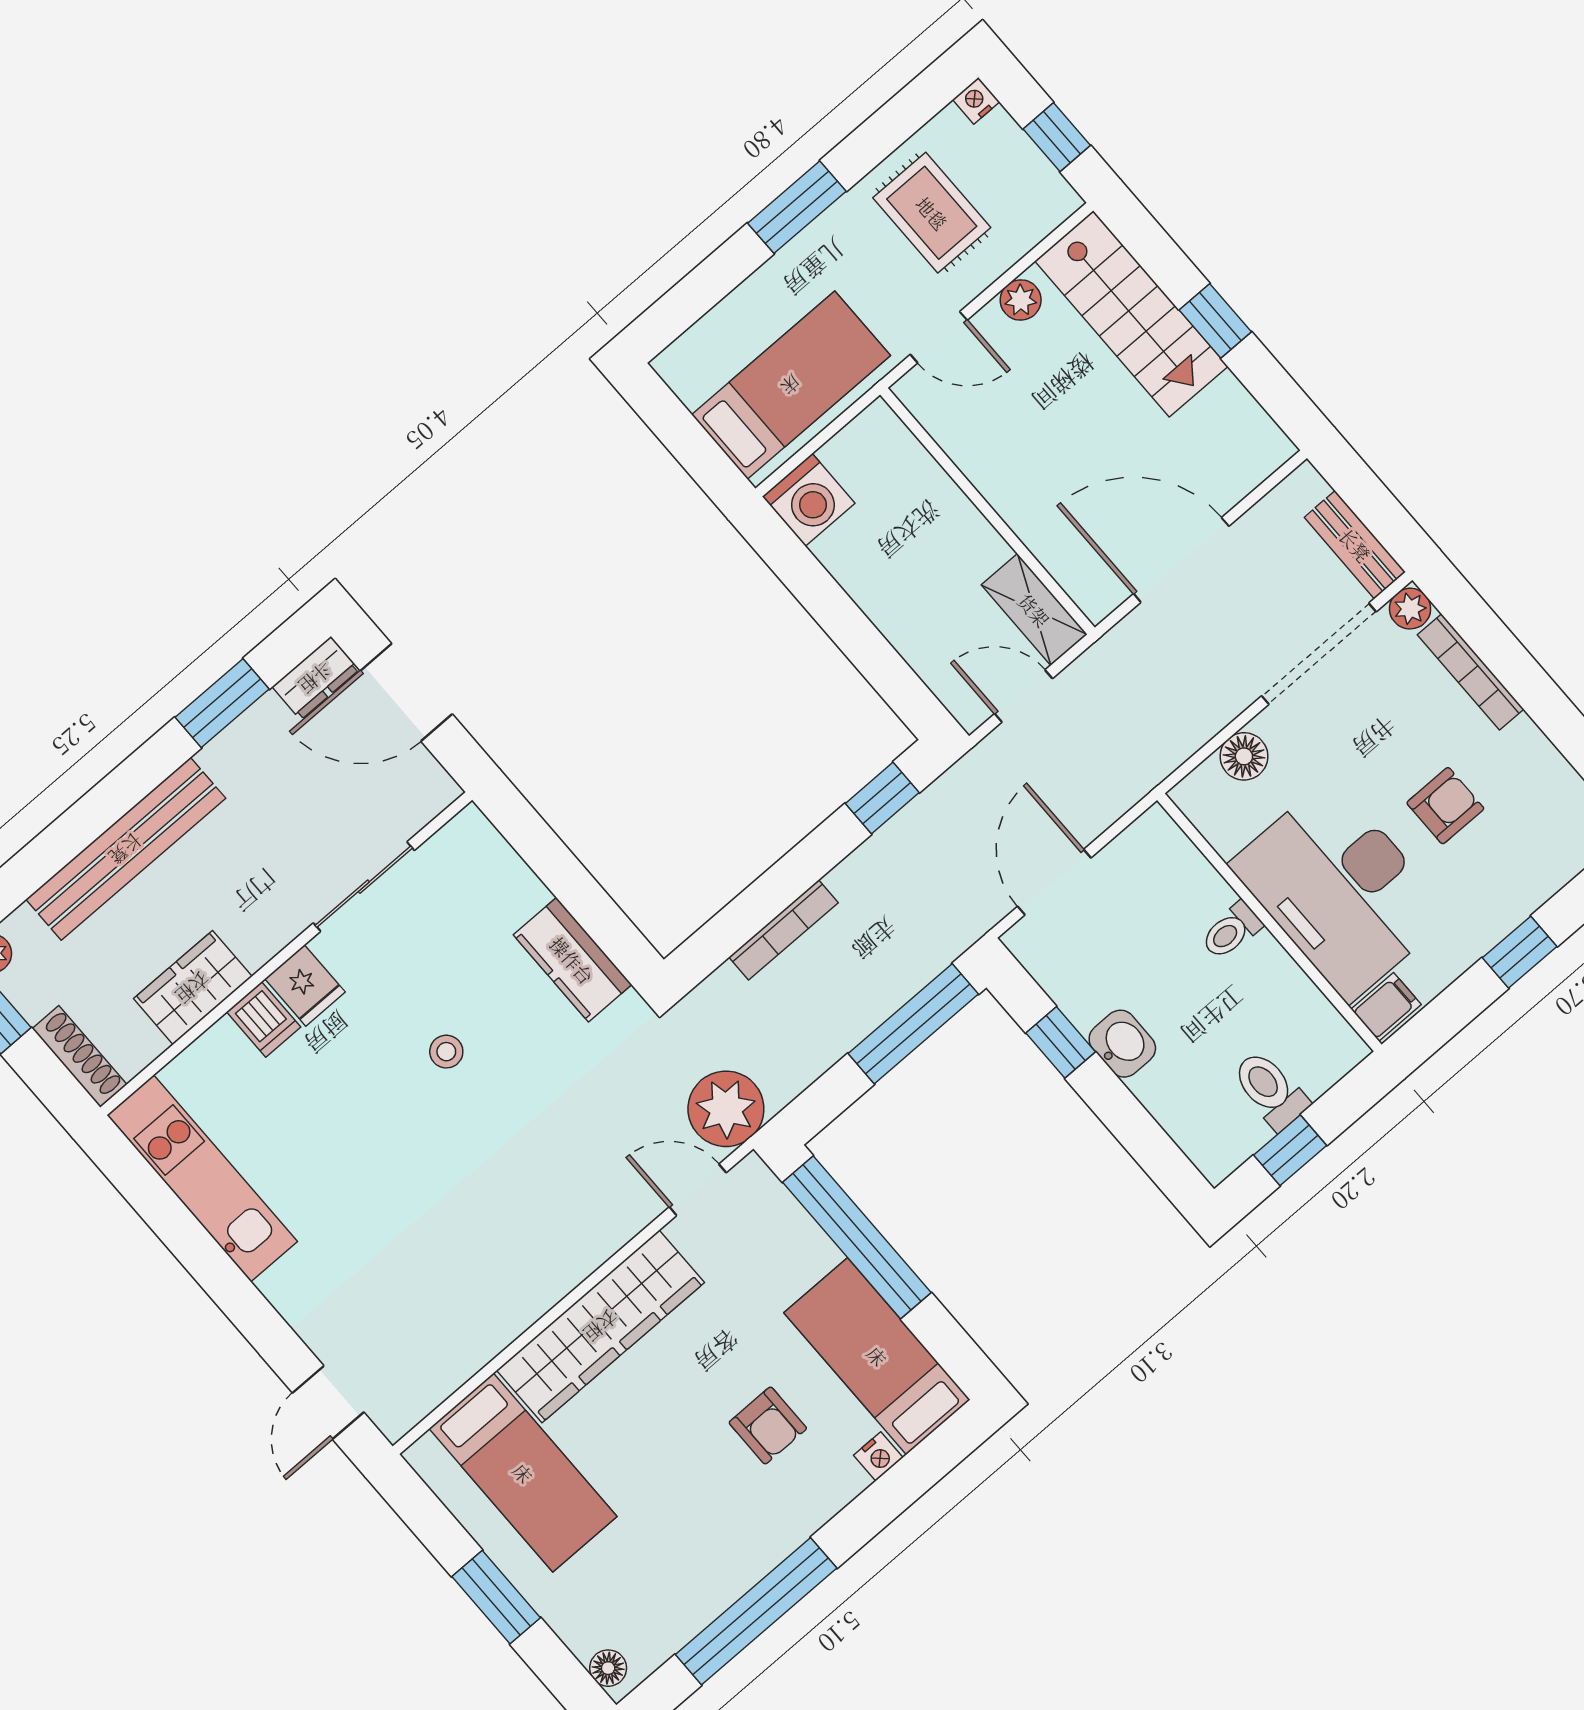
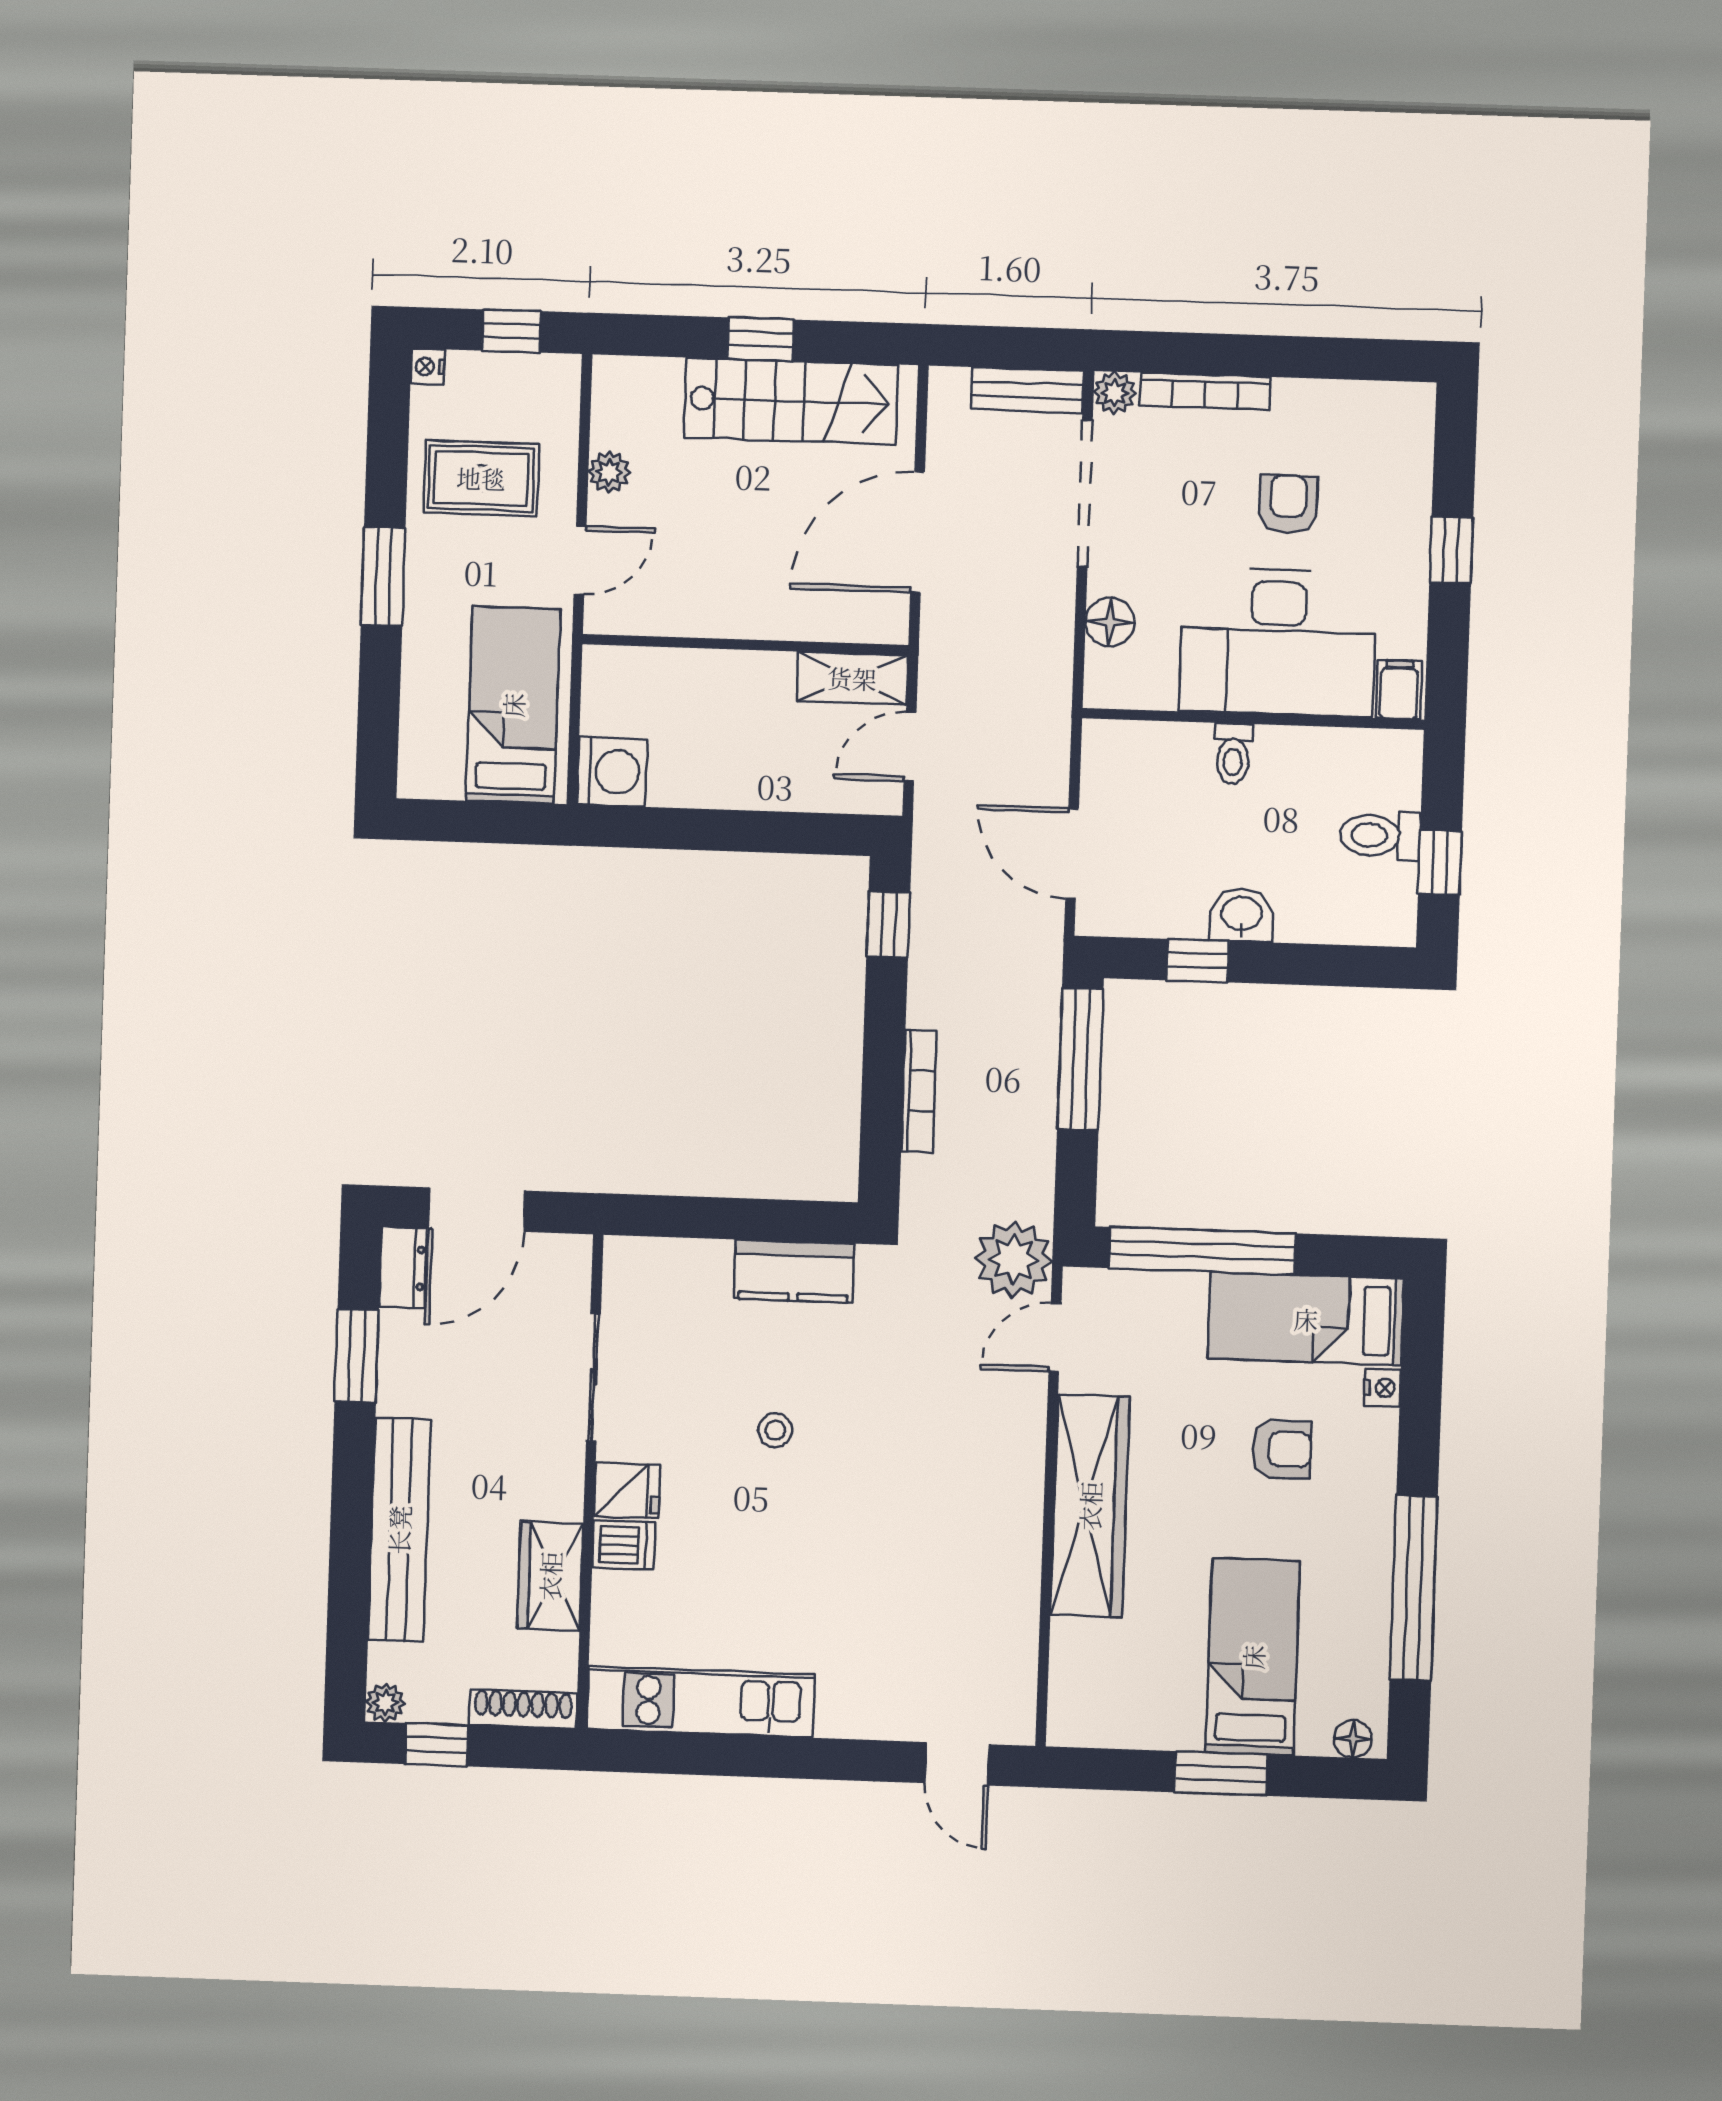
stairs: (1131, 314) -> (791, 401), moved
bed: (523, 1473) -> (1253, 1657), moved, turned -90

